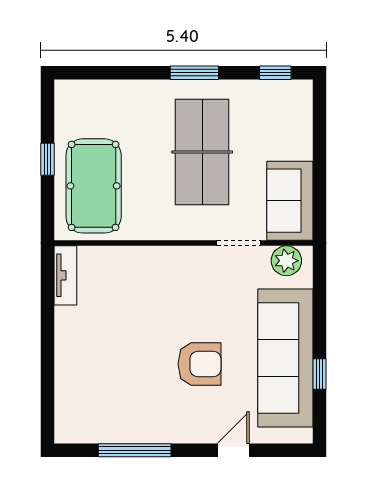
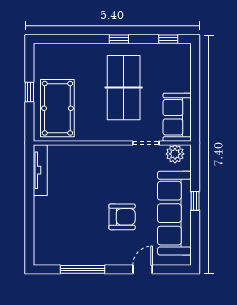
window: (194, 73) -> (119, 39), width x0.67
tv unit: (65, 275) -> (40, 170), width x1.41
window: (319, 374) -> (195, 201), moved

